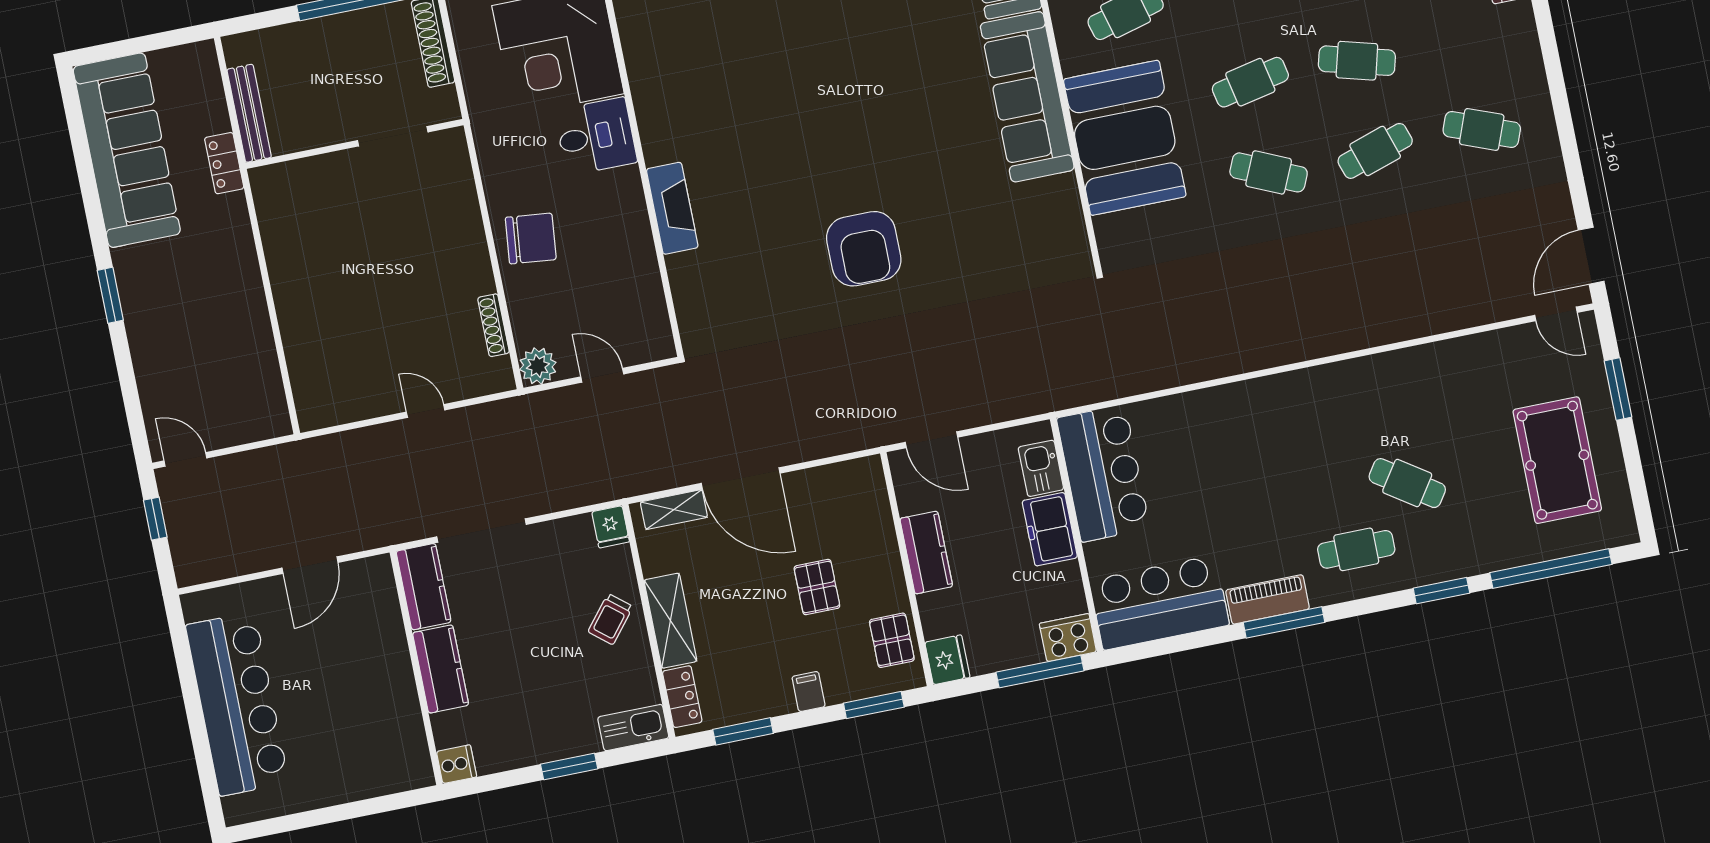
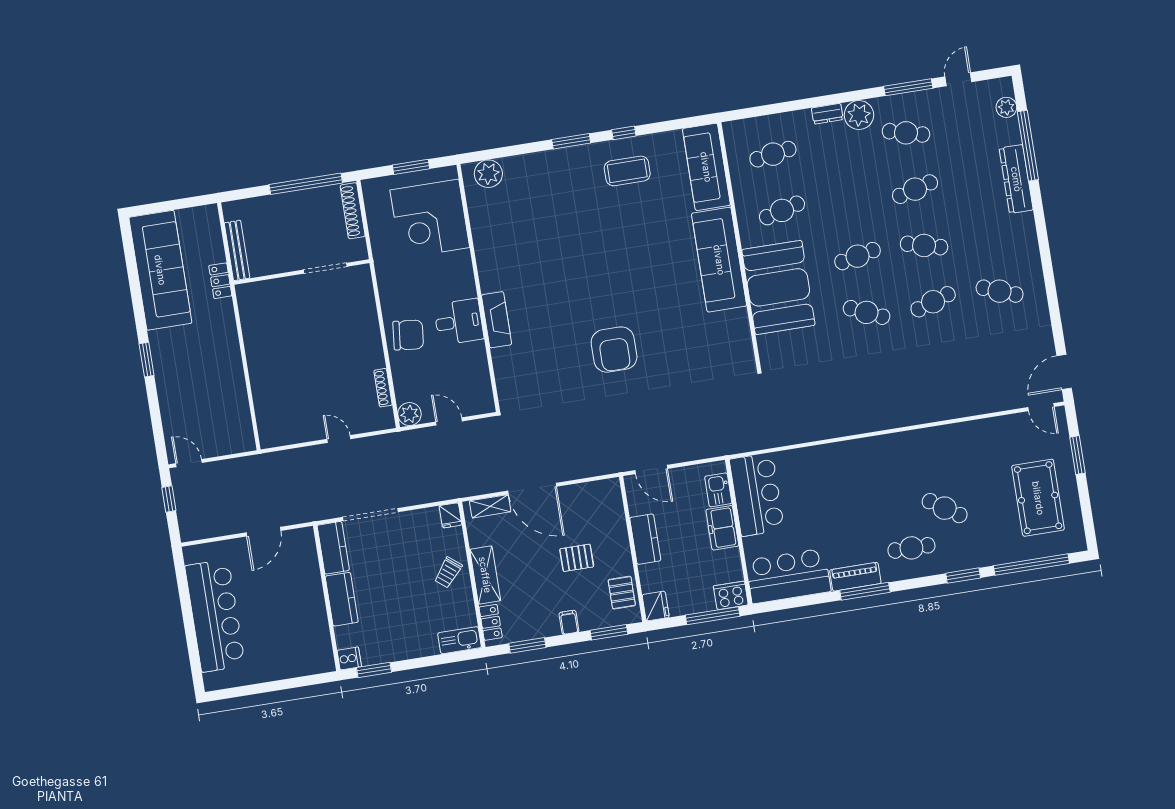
desk: (596, 136) -> (459, 322), moved
pallet: (817, 587) -> (577, 558), turned 90
window: (569, 766) -> (374, 670), moved

